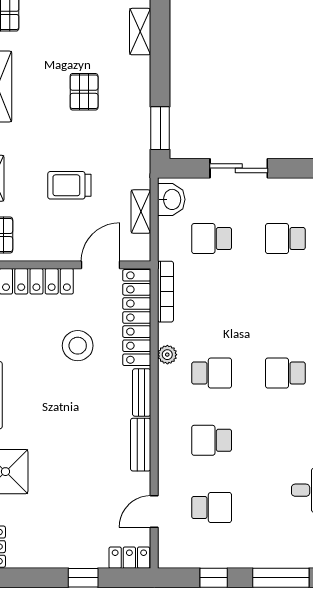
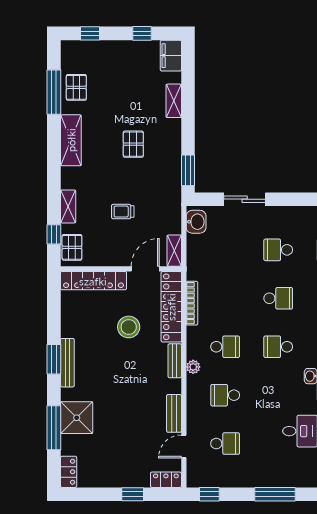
trolley: (69, 185) -> (123, 212), width x0.73, depth x0.72
shelving: (141, 212) -> (174, 251), moved
school desk: (212, 239) -> (278, 298), moved, turned 180
bookcase: (166, 292) -> (192, 303), moved
plant: (167, 355) -> (193, 367), moved
bench: (141, 445) -> (174, 413), moved
window: (214, 578) -> (209, 494), moved

